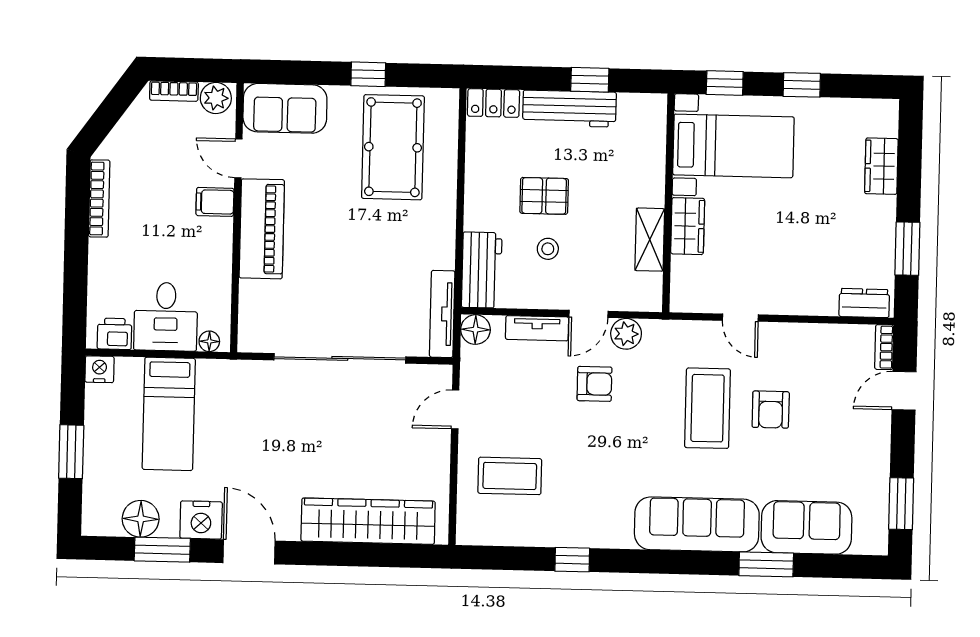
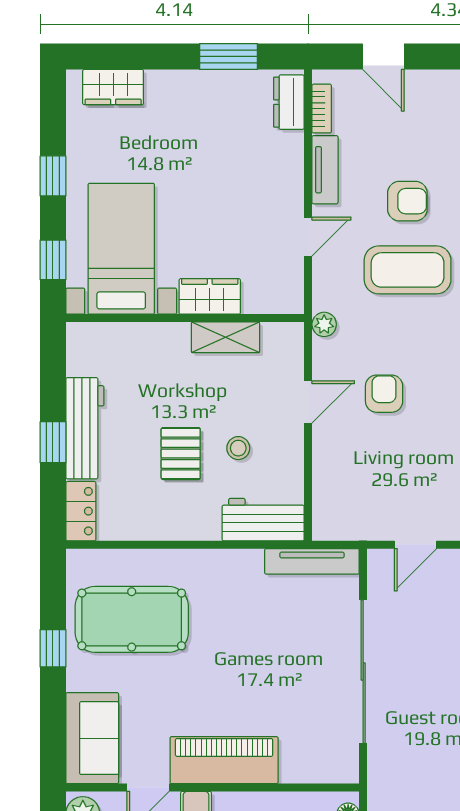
window: (590, 80) -> (53, 442), moved
wardrobe: (881, 166) -> (113, 87), moved
door: (589, 314) -> (308, 402), hinge flipped
tv unit: (537, 328) -> (325, 170), moved
floor lamp: (476, 330) -> (328, 525), removed
plant: (626, 334) -> (324, 324), moved, width x0.73, depth x0.73
bookcase: (884, 347) -> (322, 109), moved, turned -90
door: (455, 409) -> (416, 545), hinge flipped

